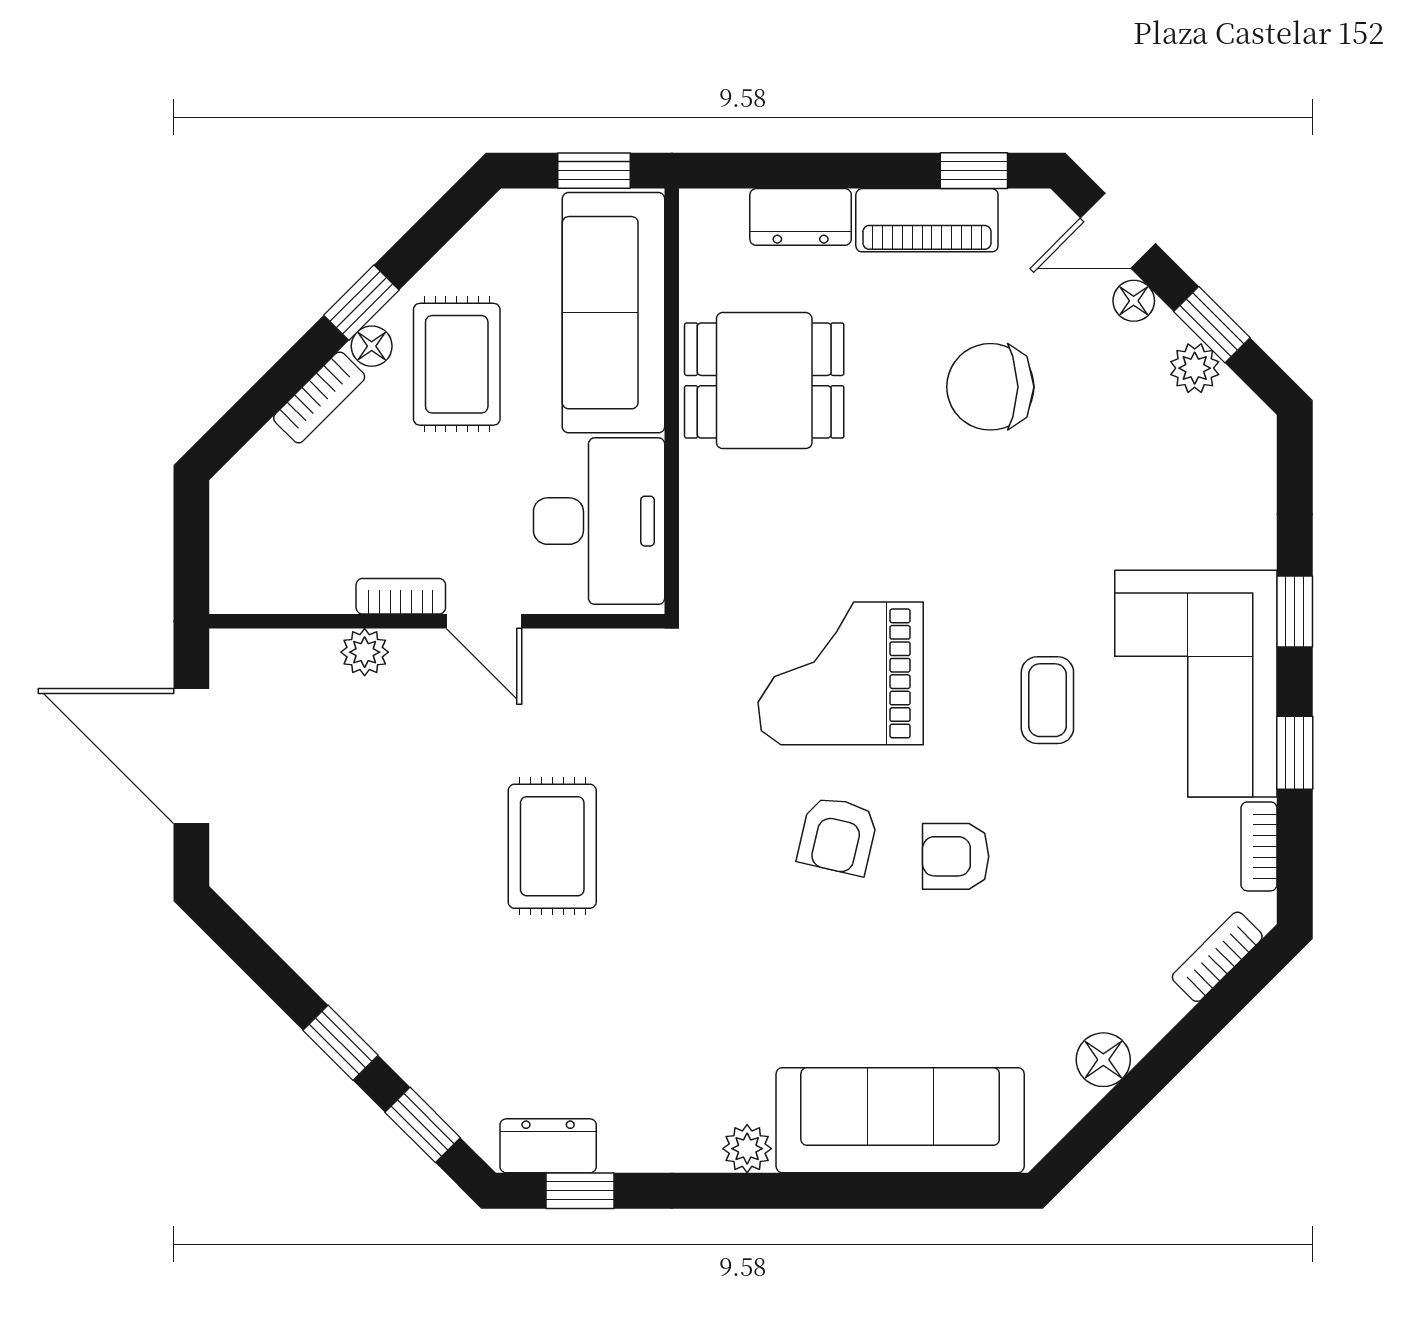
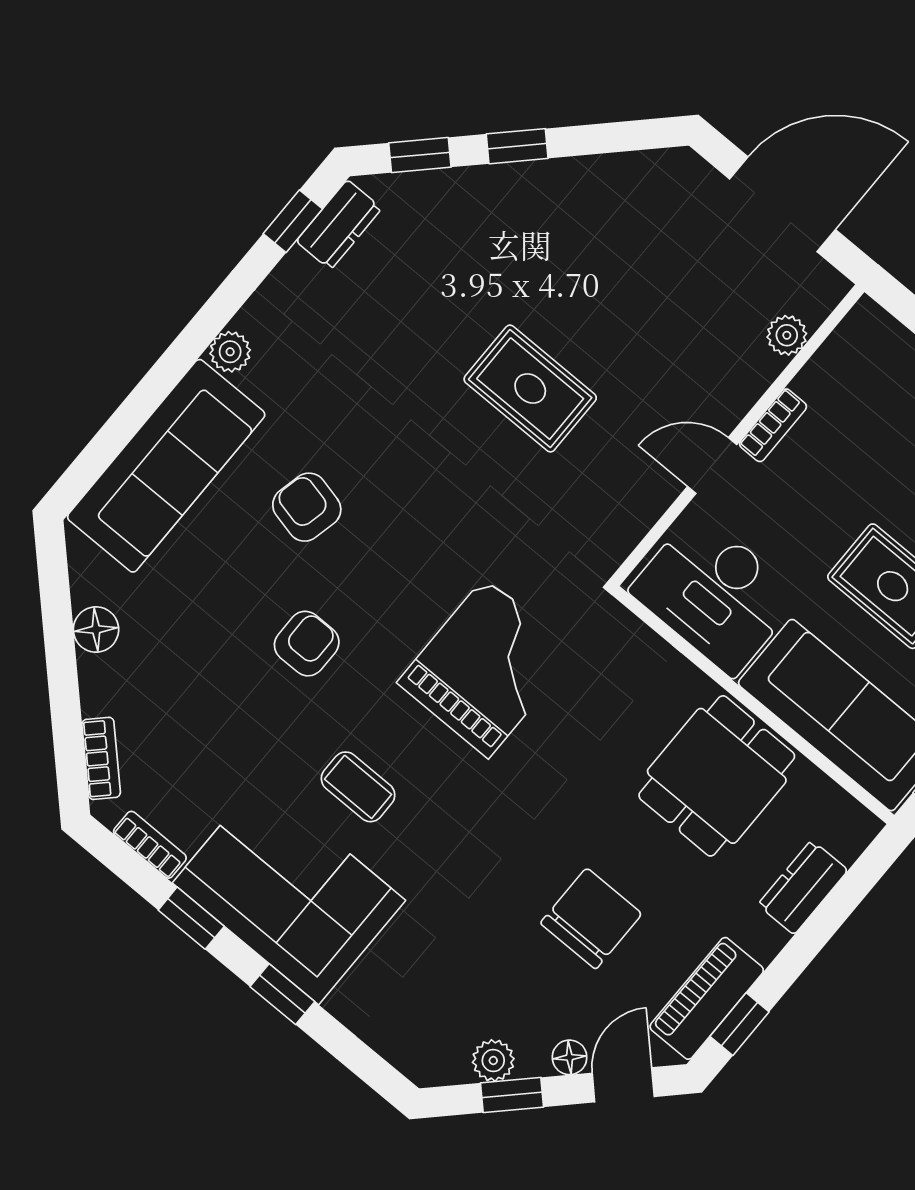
piano: (927, 220) -> (707, 998), moved
plant: (365, 652) -> (787, 335), moved
armchair: (838, 836) -> (307, 507), moved

